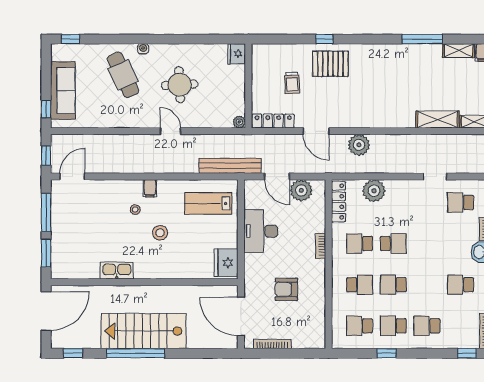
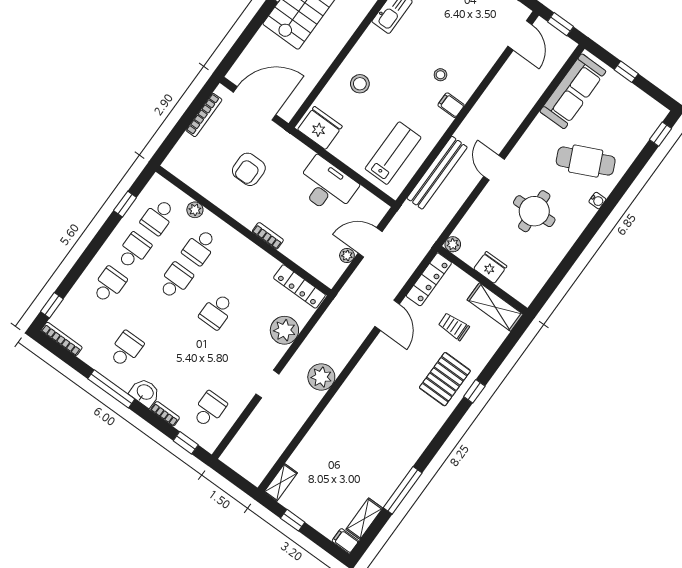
fridge: (237, 54) -> (490, 267), moved
sofa: (63, 91) -> (573, 91), moved, turned -90
window: (46, 109) -> (626, 72), moved
shelving: (437, 120) -> (495, 307), moved, turned 90
door: (170, 131) -> (494, 168), swing flipped
door: (316, 131) -> (387, 315), swing flipped
plant: (359, 145) -> (321, 377), moved
bench: (230, 166) -> (437, 173), moved
doorway: (435, 177) -> (267, 384), moved
plant: (301, 190) -> (347, 255), width x0.53, depth x0.53
stool: (160, 233) -> (360, 84), moved
school desk: (360, 244) -> (242, 277), removed
armchair: (286, 289) -> (249, 169), turned 180
plant: (338, 305) -> (195, 210), added
school desk: (360, 326) -> (158, 217), turned 180
window: (387, 353) -> (125, 204), moved

